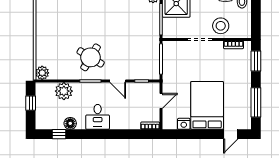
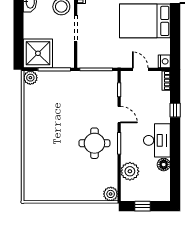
round table: (91, 57) -> (94, 143), turned -31
door: (118, 81) -> (119, 115), hinge flipped
desk: (98, 117) -> (157, 140), width x1.37
nightstand: (184, 124) -> (164, 61), moved
window: (59, 134) -> (175, 110), moved

